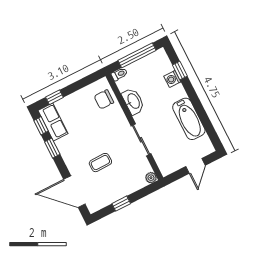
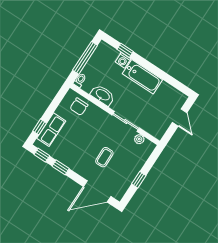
bathtub: (189, 119) -> (142, 77), moved
row of seats: (53, 122) -> (51, 130), moved, turned 90
plant: (151, 178) -> (139, 139), moved

